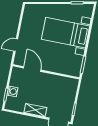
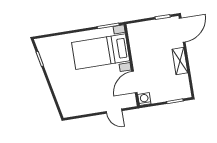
bed with nightstands: (66, 33) -> (101, 52), moved, turned 90
washing machine: (12, 91) -> (144, 99), moved

